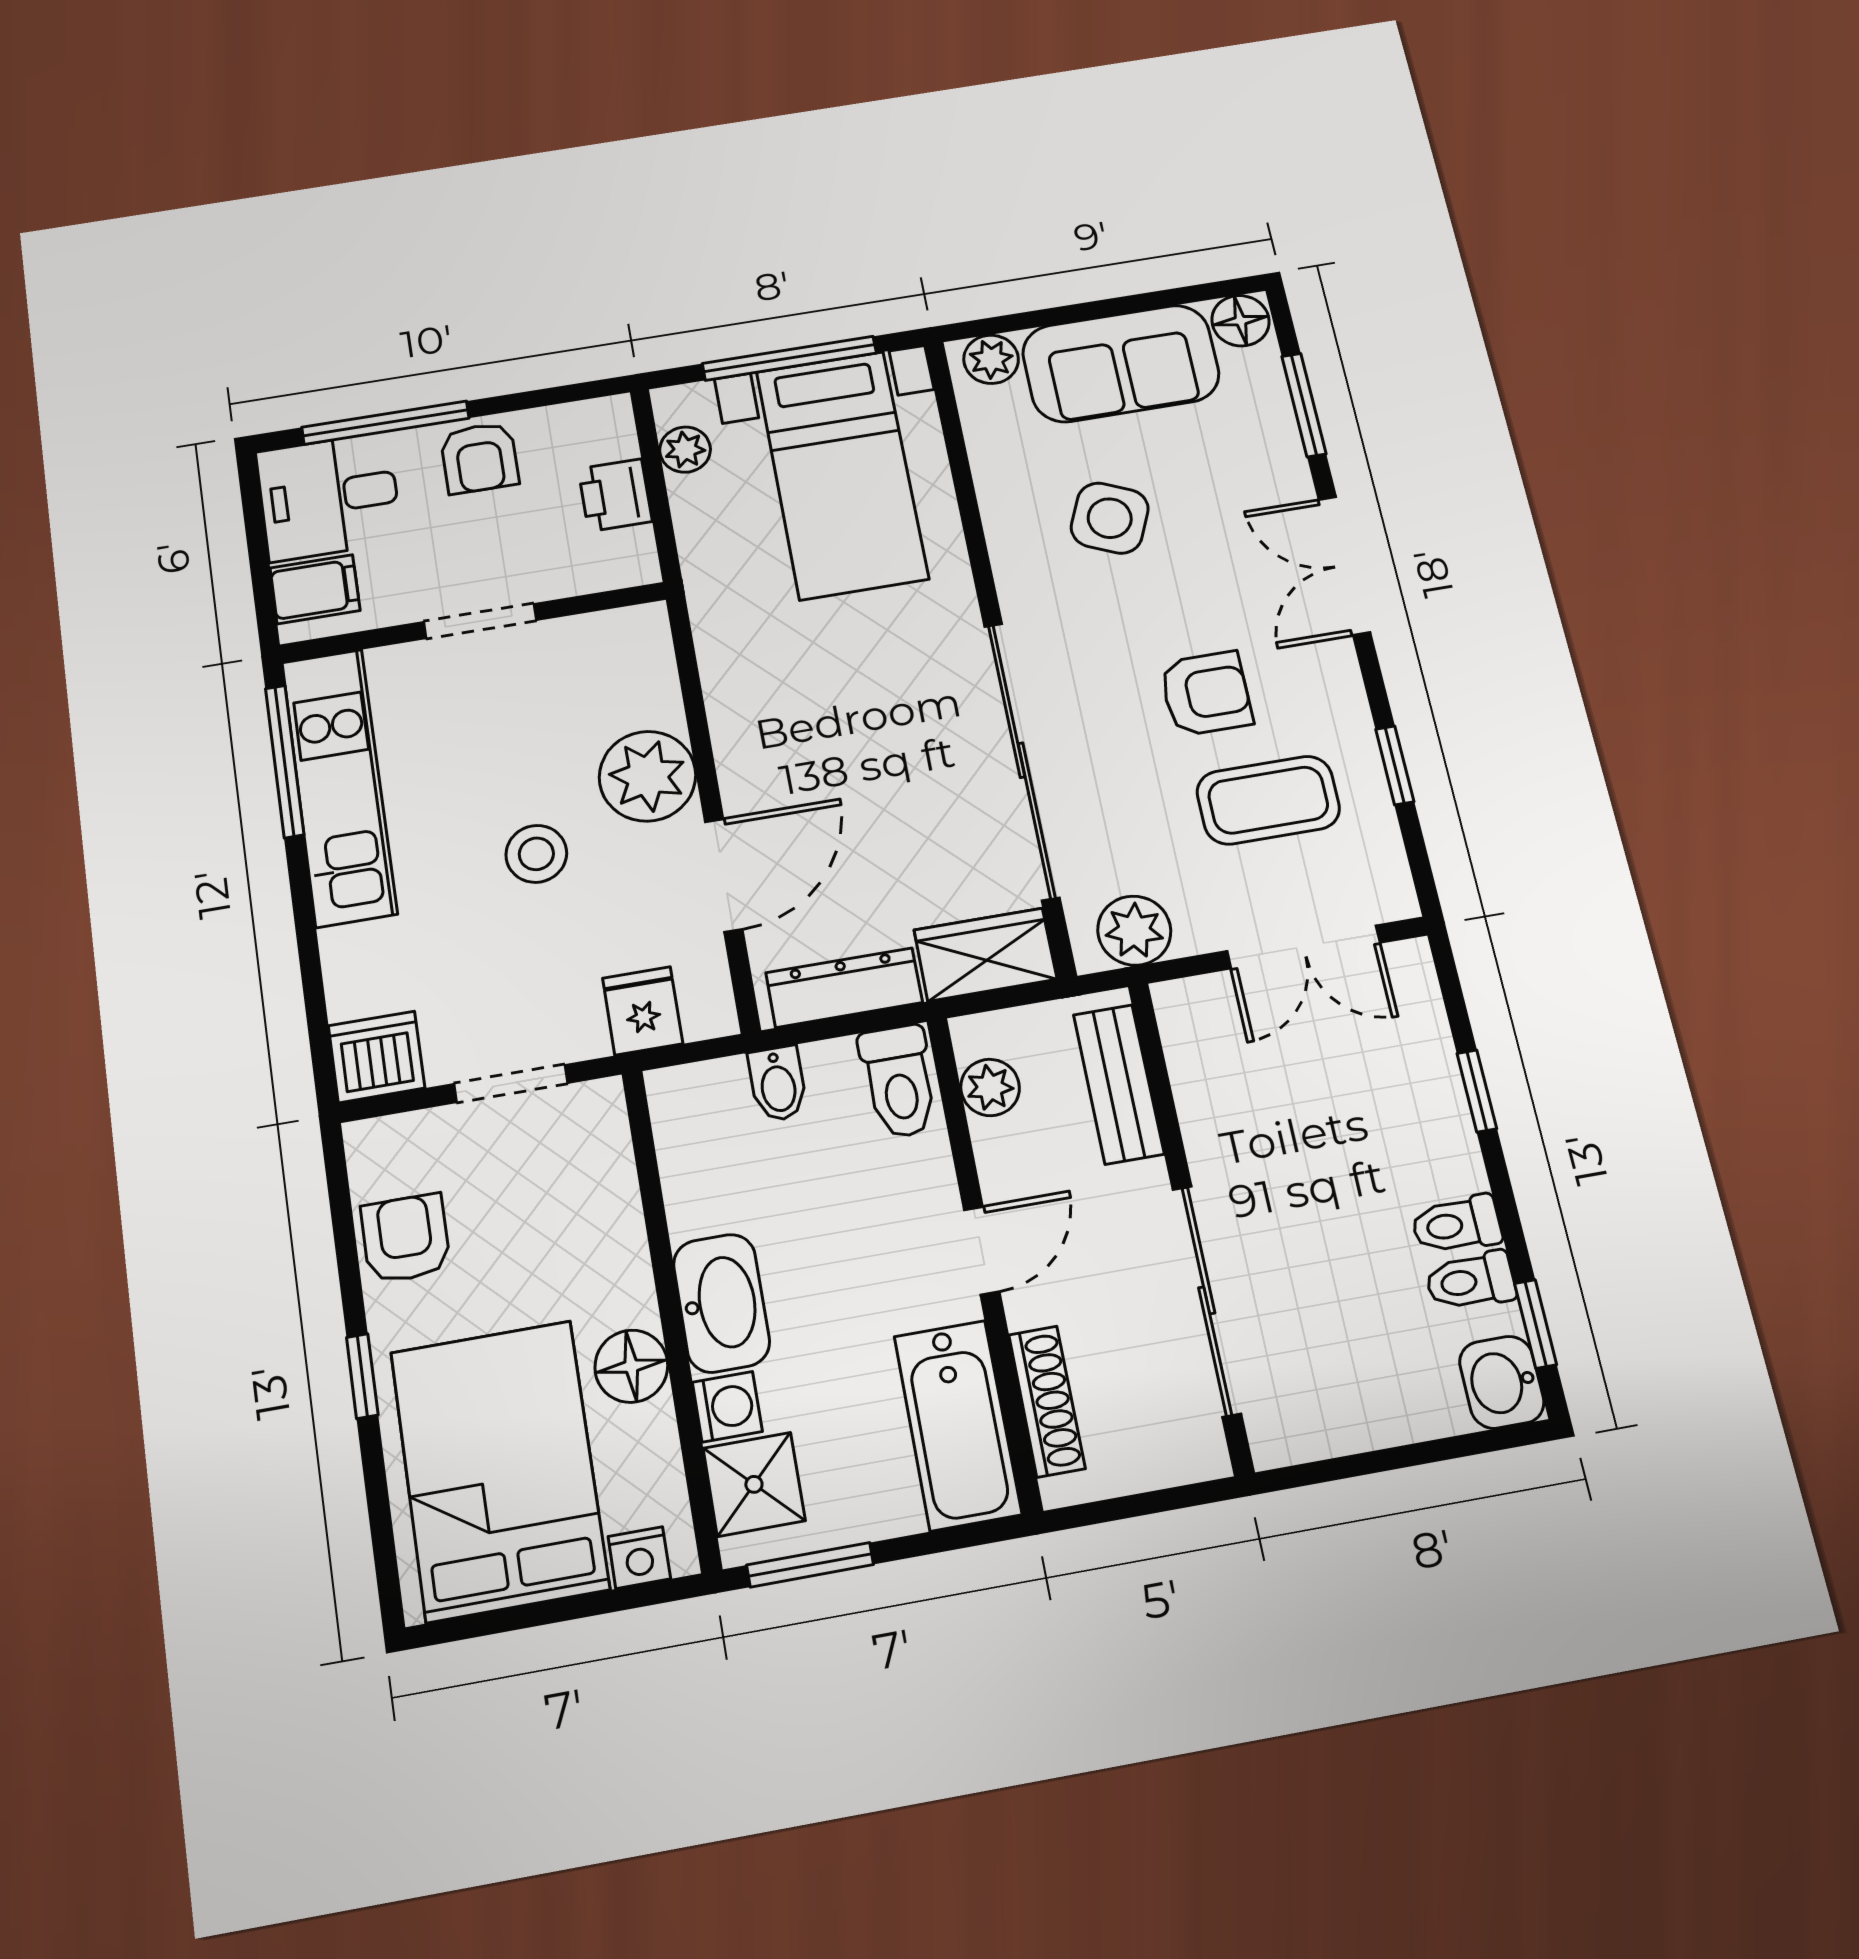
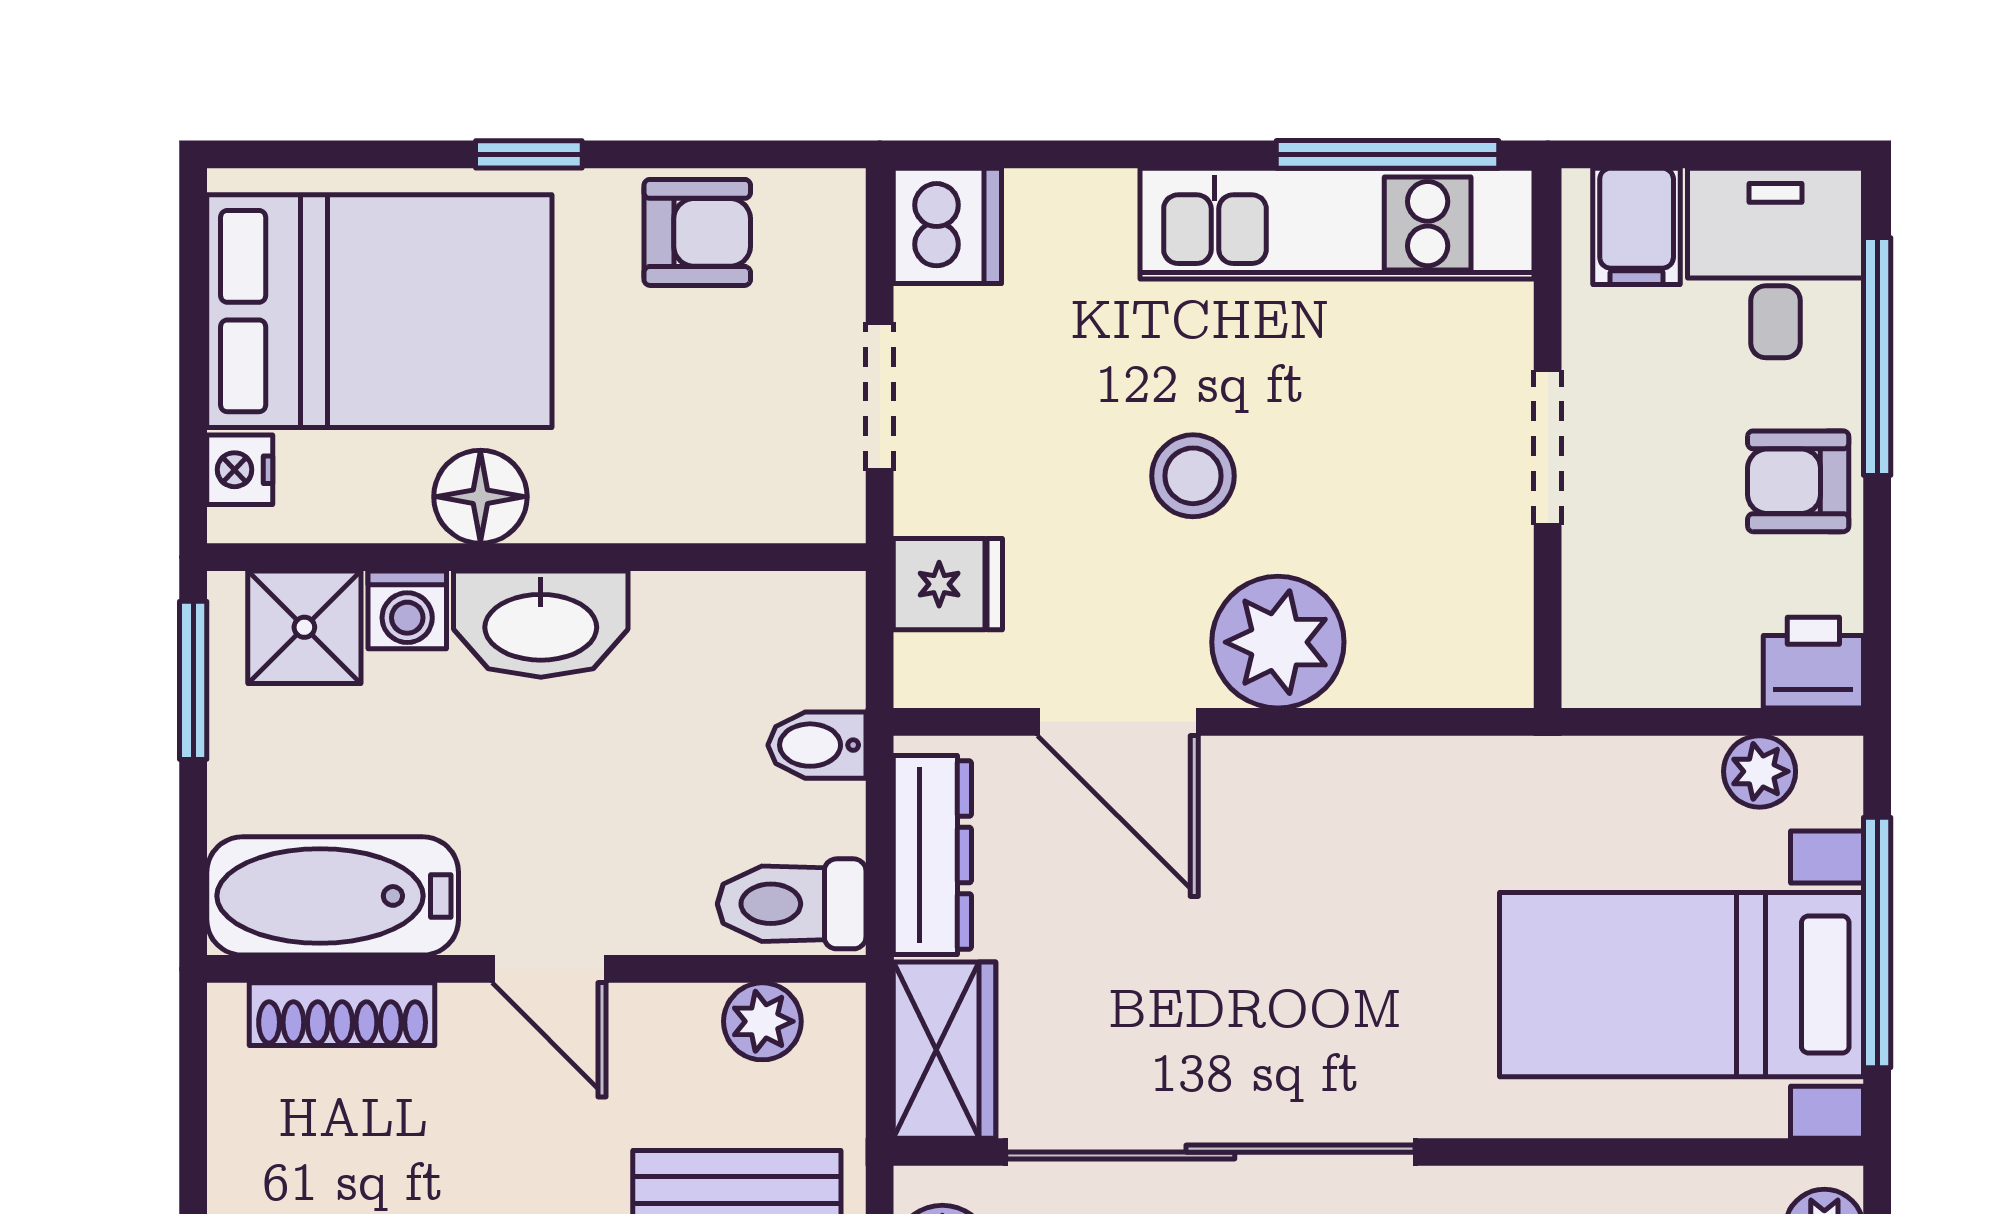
printer: (615, 495) -> (1813, 663), moved

